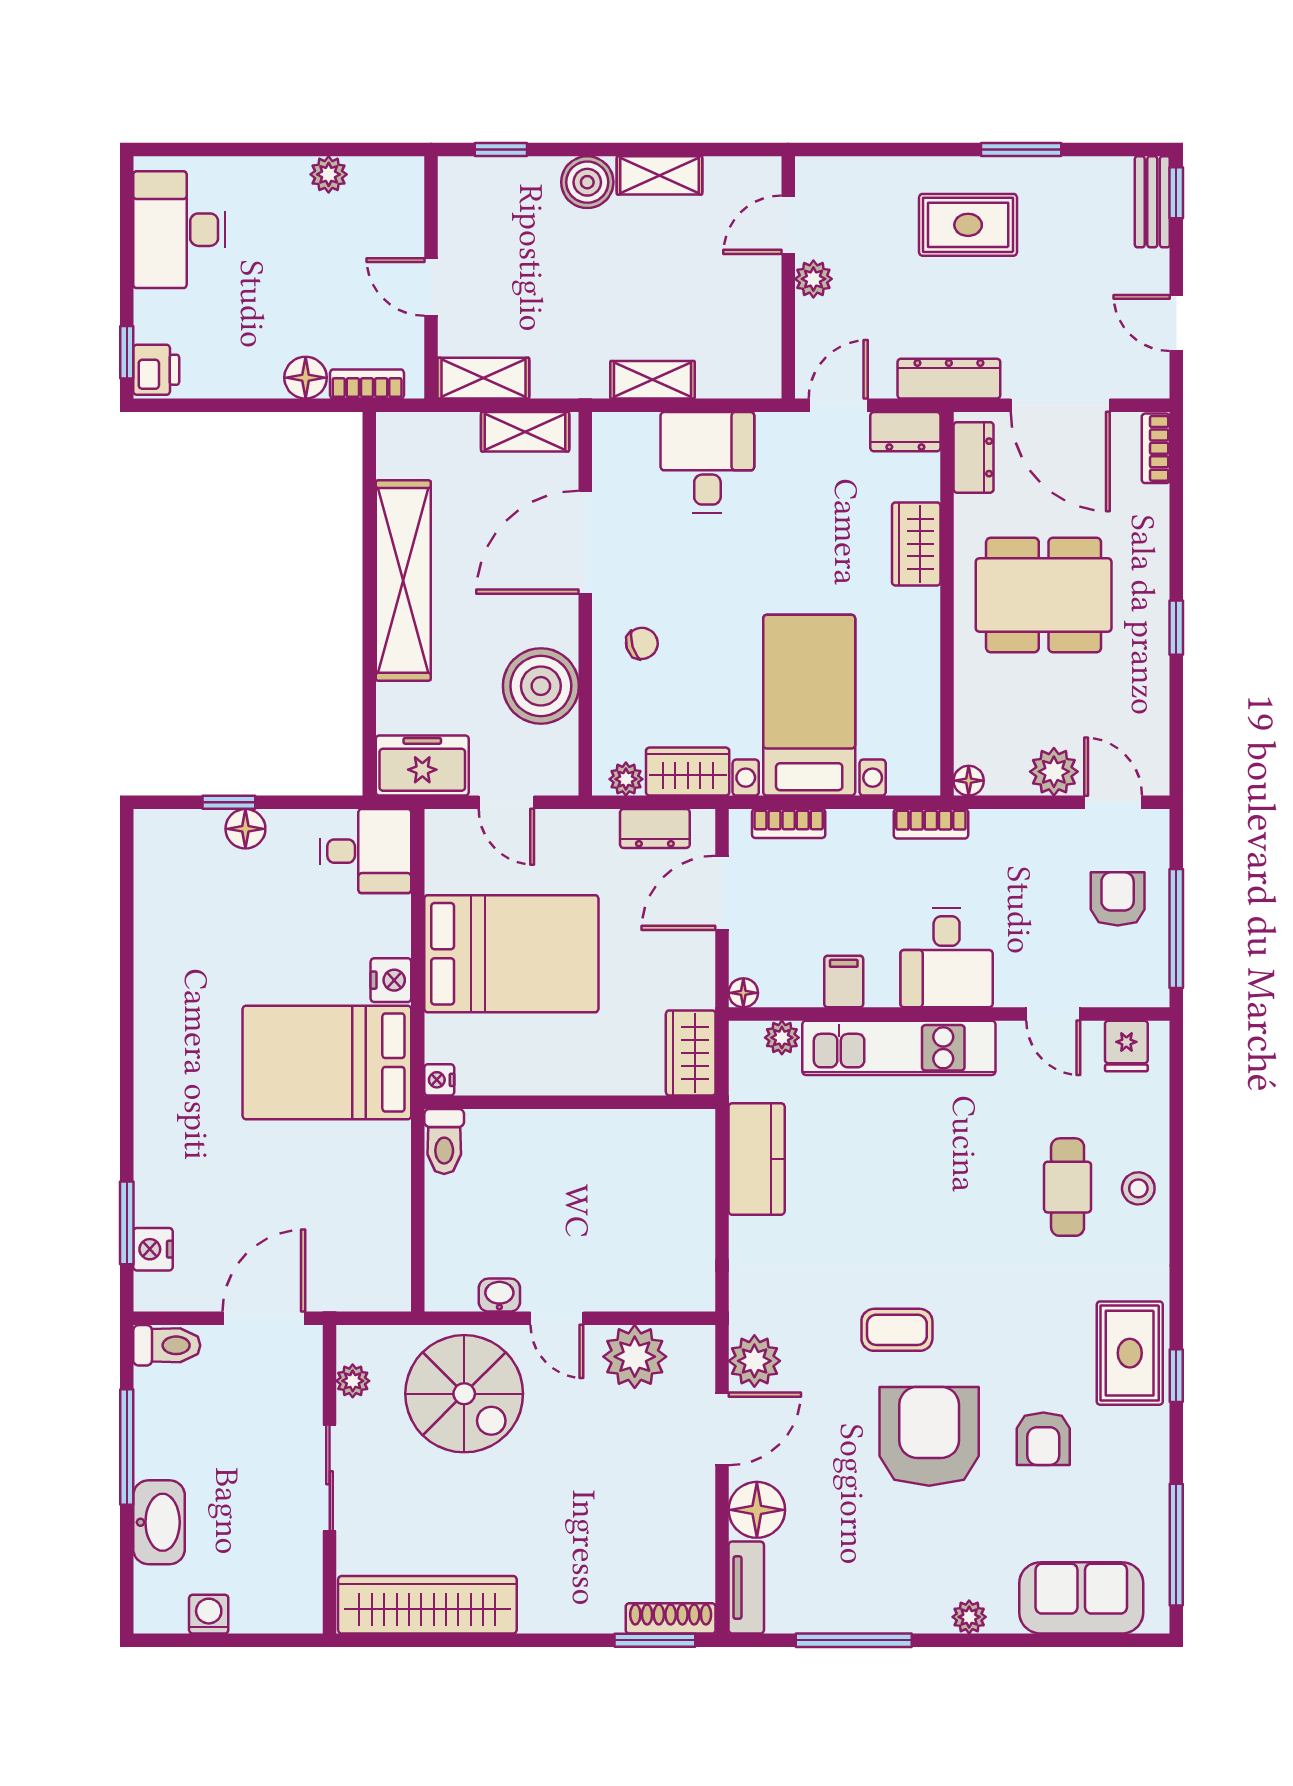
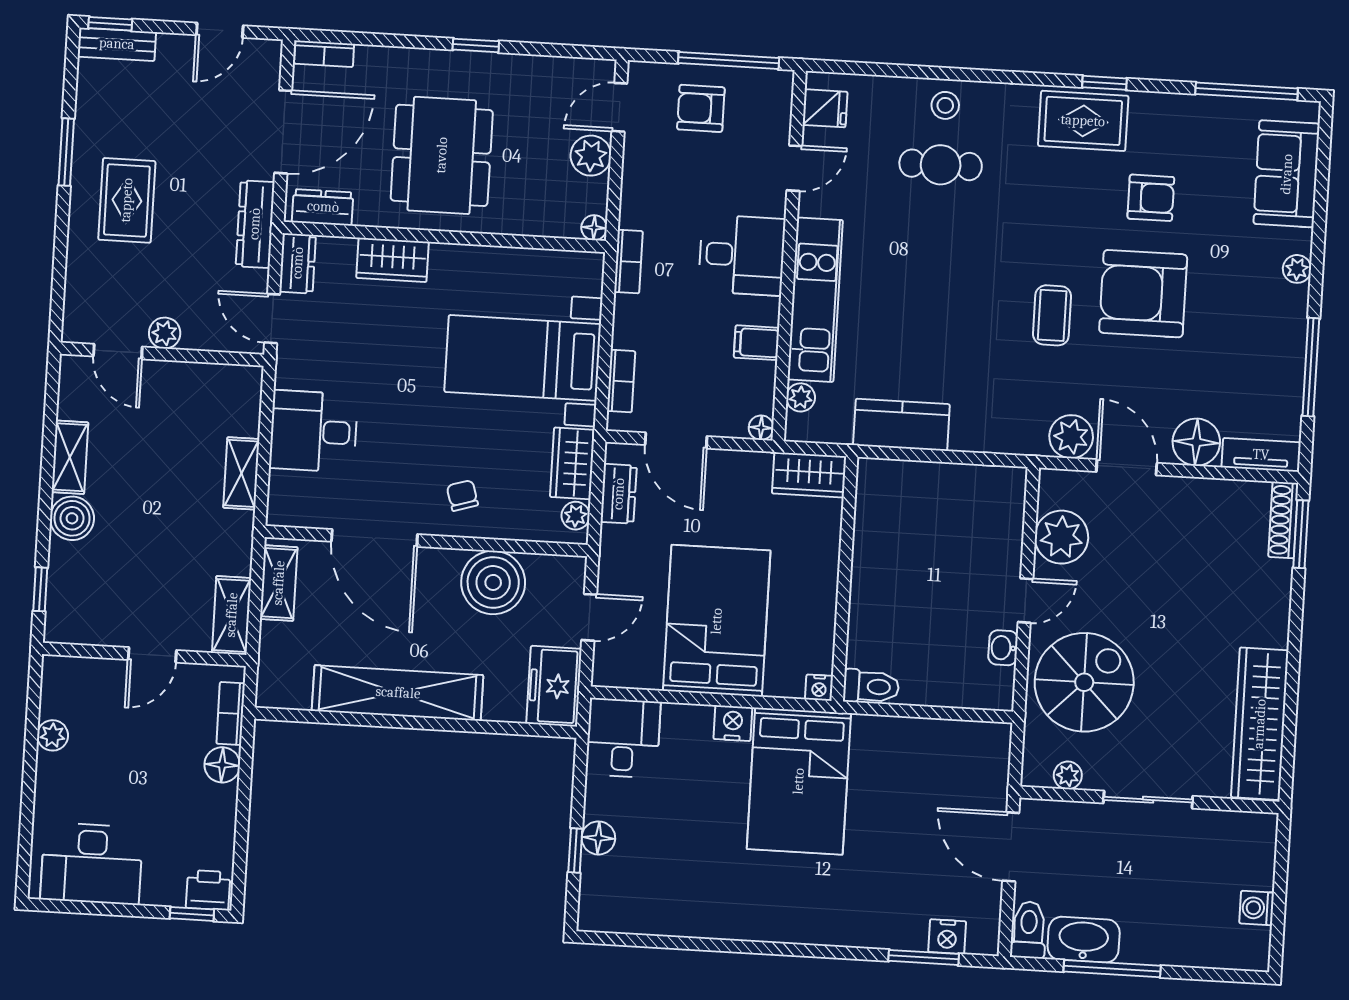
washbasin: (159, 1522) -> (1084, 940), moved

